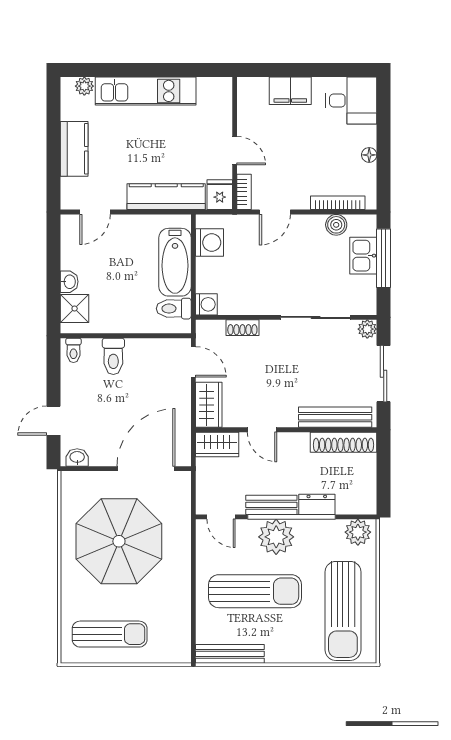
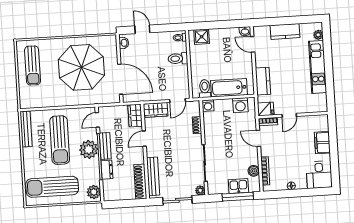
kitchen counter: (166, 197) -> (263, 81), width x0.67
washbasin: (69, 282) -> (245, 31), moved

